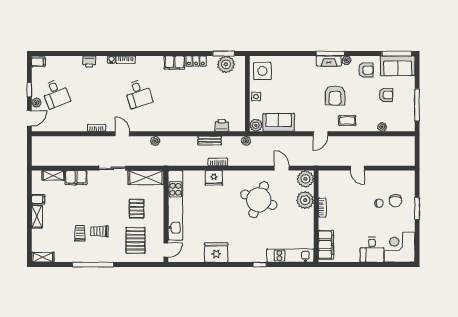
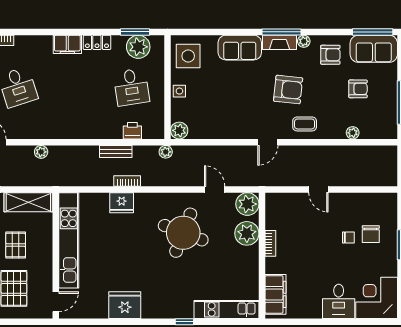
desk: (221, 94) -> (131, 87), added
armchair: (335, 95) -> (288, 90), turned -85
sofa: (279, 122) -> (240, 48), moved, turned 180

